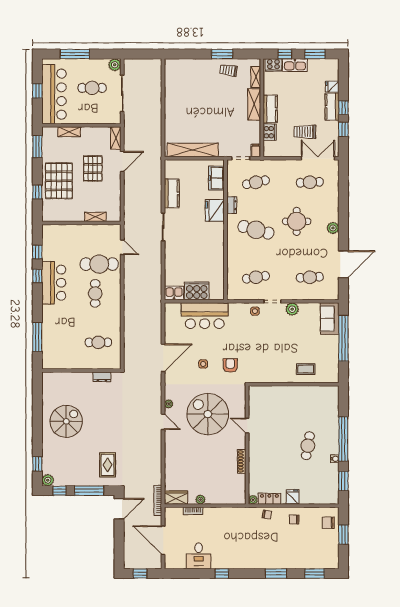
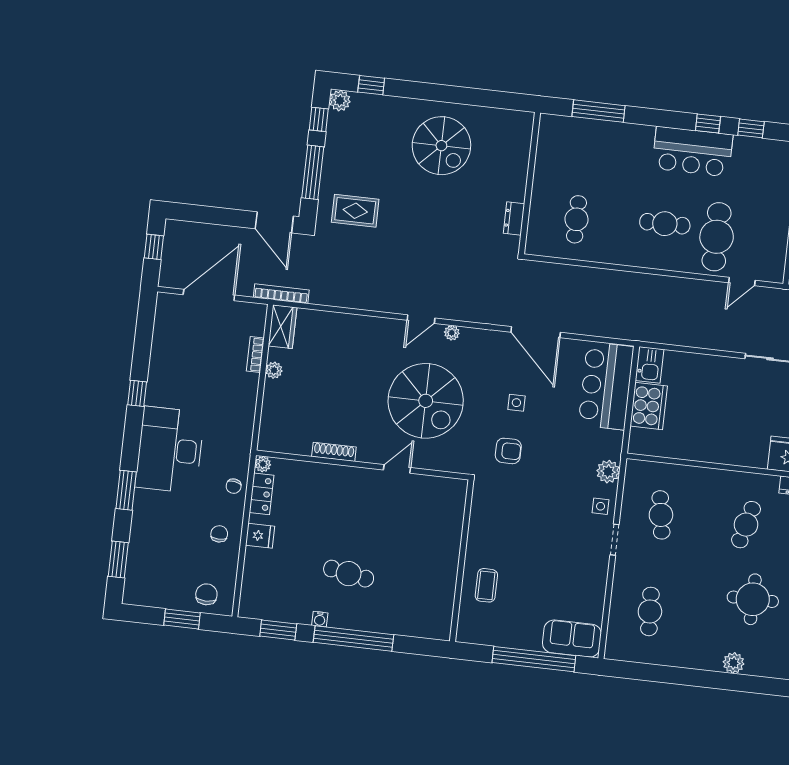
cafe table: (256, 230) -> (746, 525), width x0.73, depth x0.74
door: (343, 264) -> (666, 674), removed
plant: (292, 309) -> (608, 472), moved
bar counter: (205, 316) -> (606, 386), moved
spiral stairs: (208, 414) -> (426, 401), turned 90
desk: (199, 556) -> (170, 450), moved, width x1.87, depth x1.30

